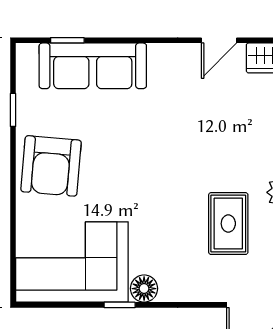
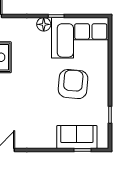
sofa: (93, 66) -> (77, 137), width x0.73
armchair: (51, 166) -> (73, 84), moved

